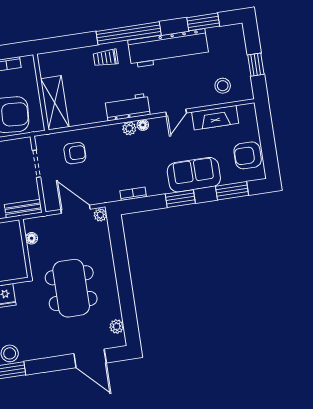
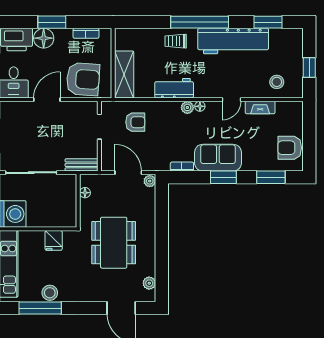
workbench: (128, 107) -> (174, 88), moved
fireplace: (215, 118) -> (260, 108), width x0.73, depth x0.76
sofa: (194, 175) -> (218, 158), moved

